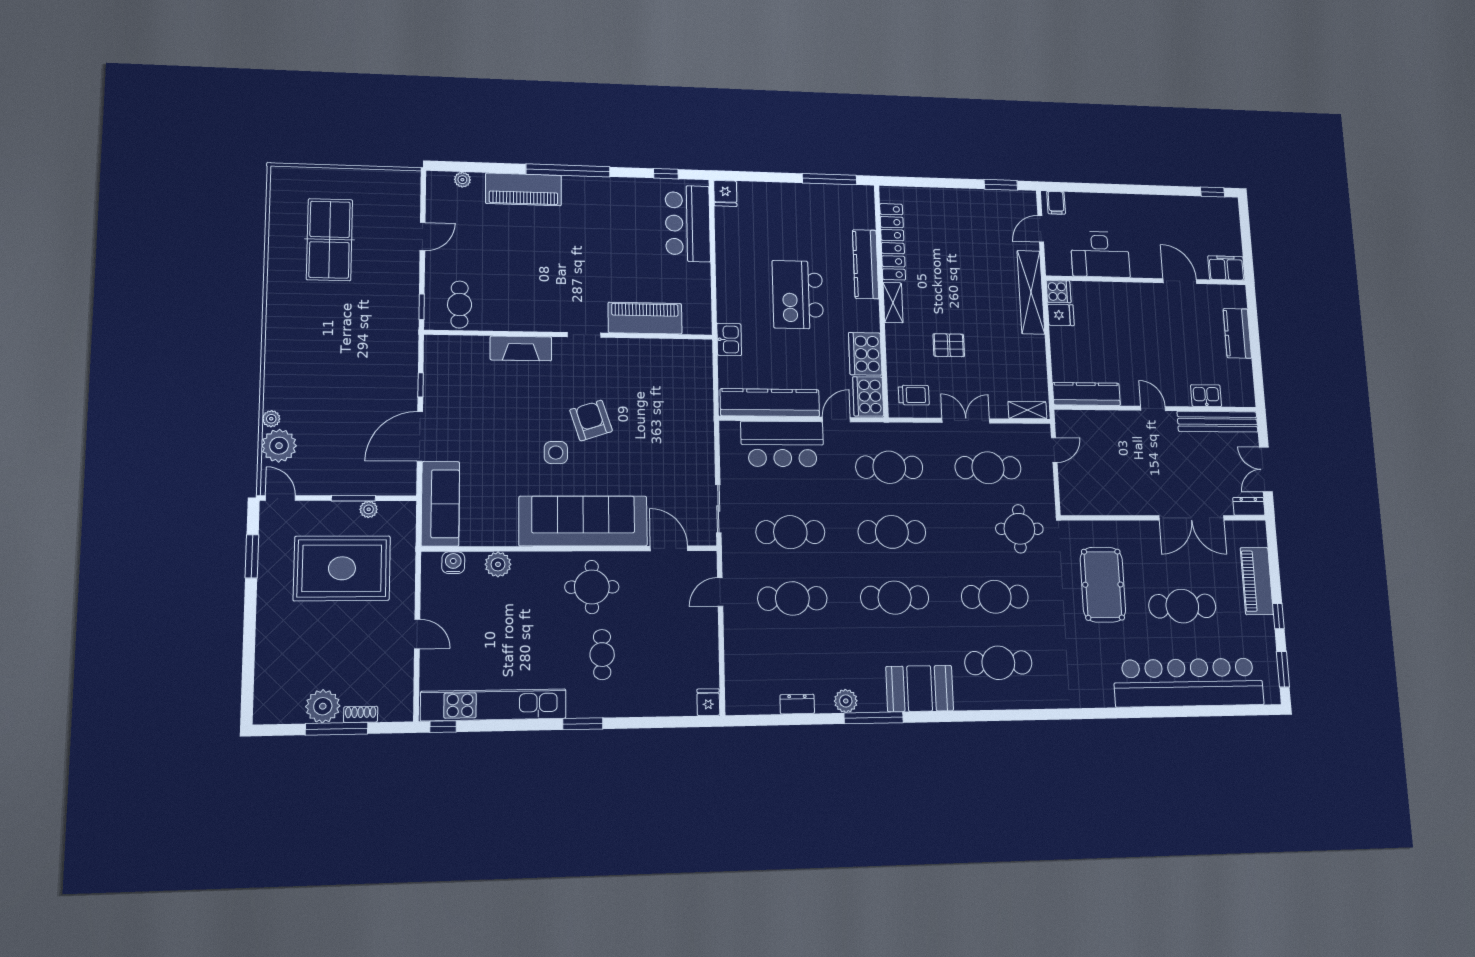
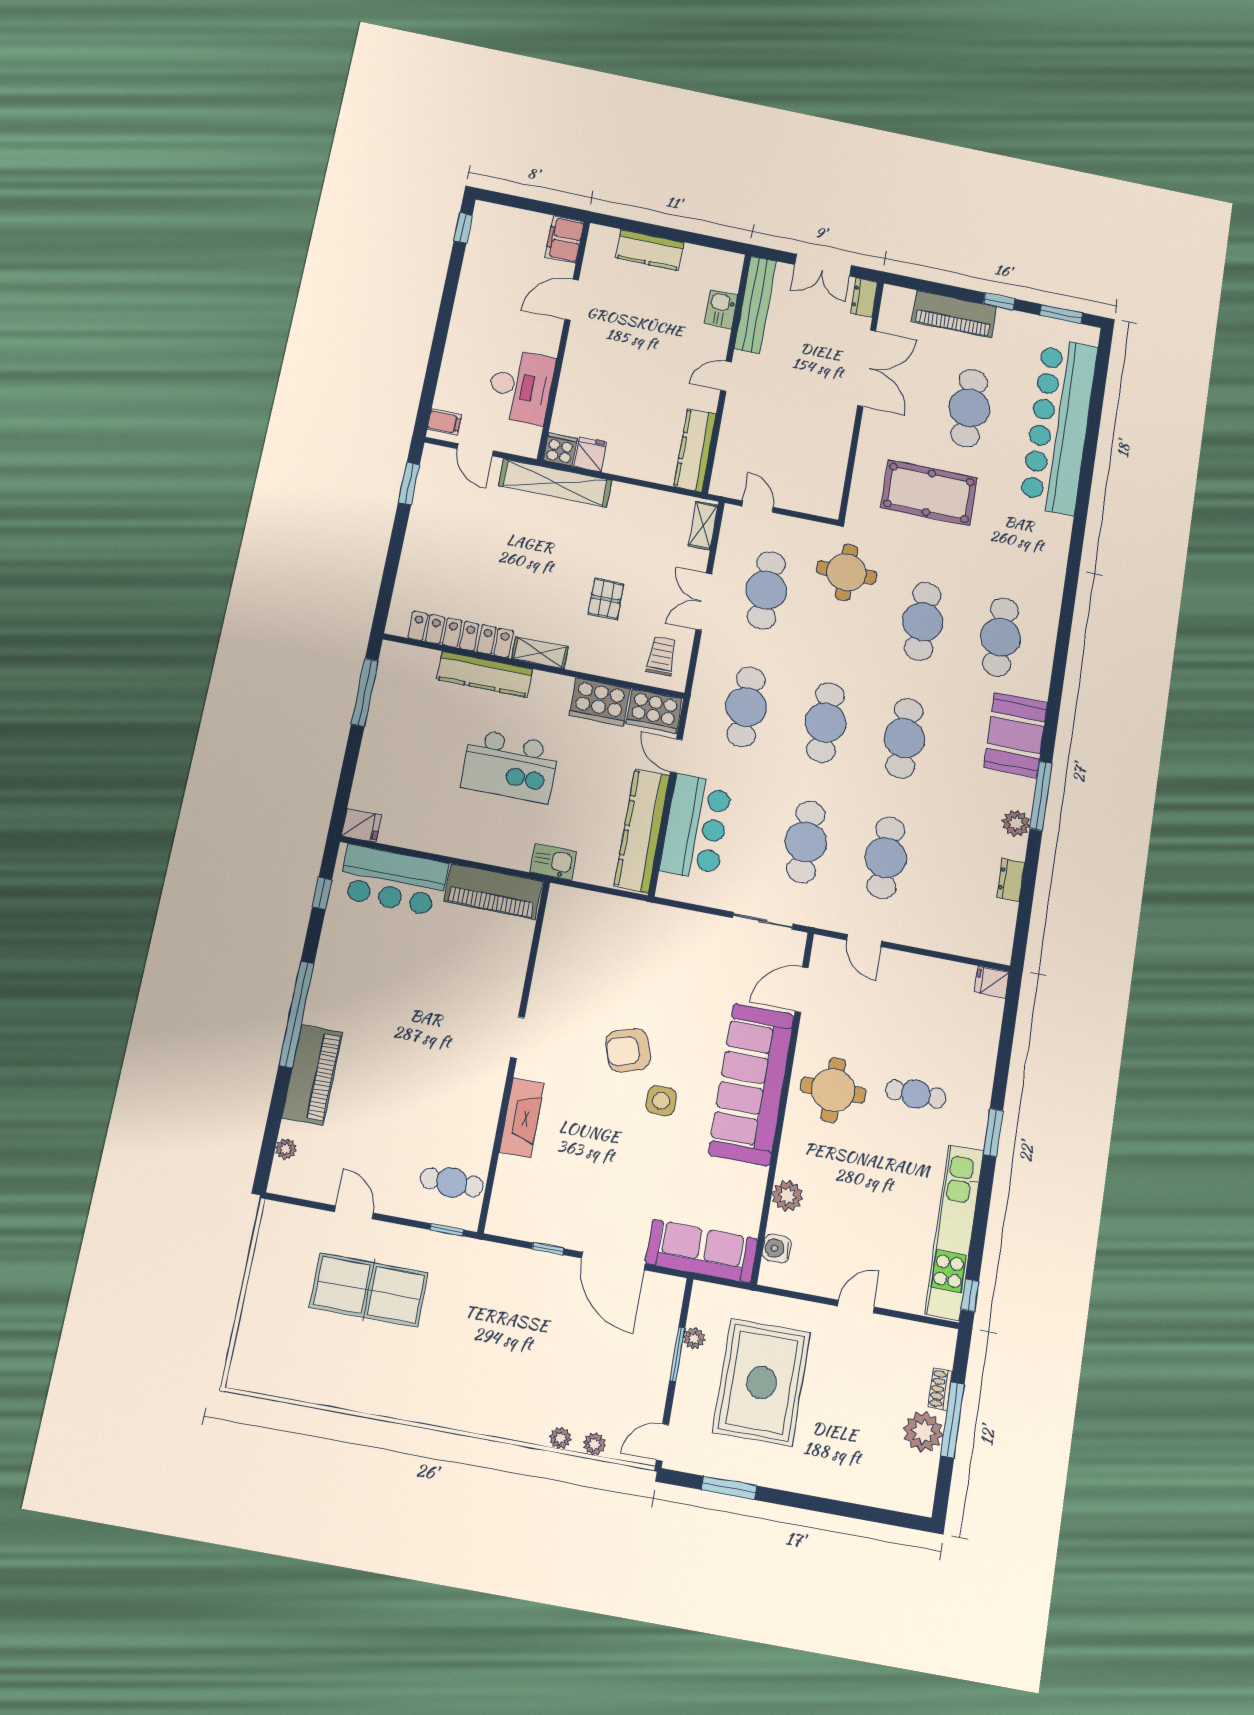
table tennis table: (330, 240) -> (369, 1290), moved
piano: (645, 318) -> (493, 891), moved, turned -90
plant: (279, 446) -> (594, 1444), width x0.53, depth x0.53

